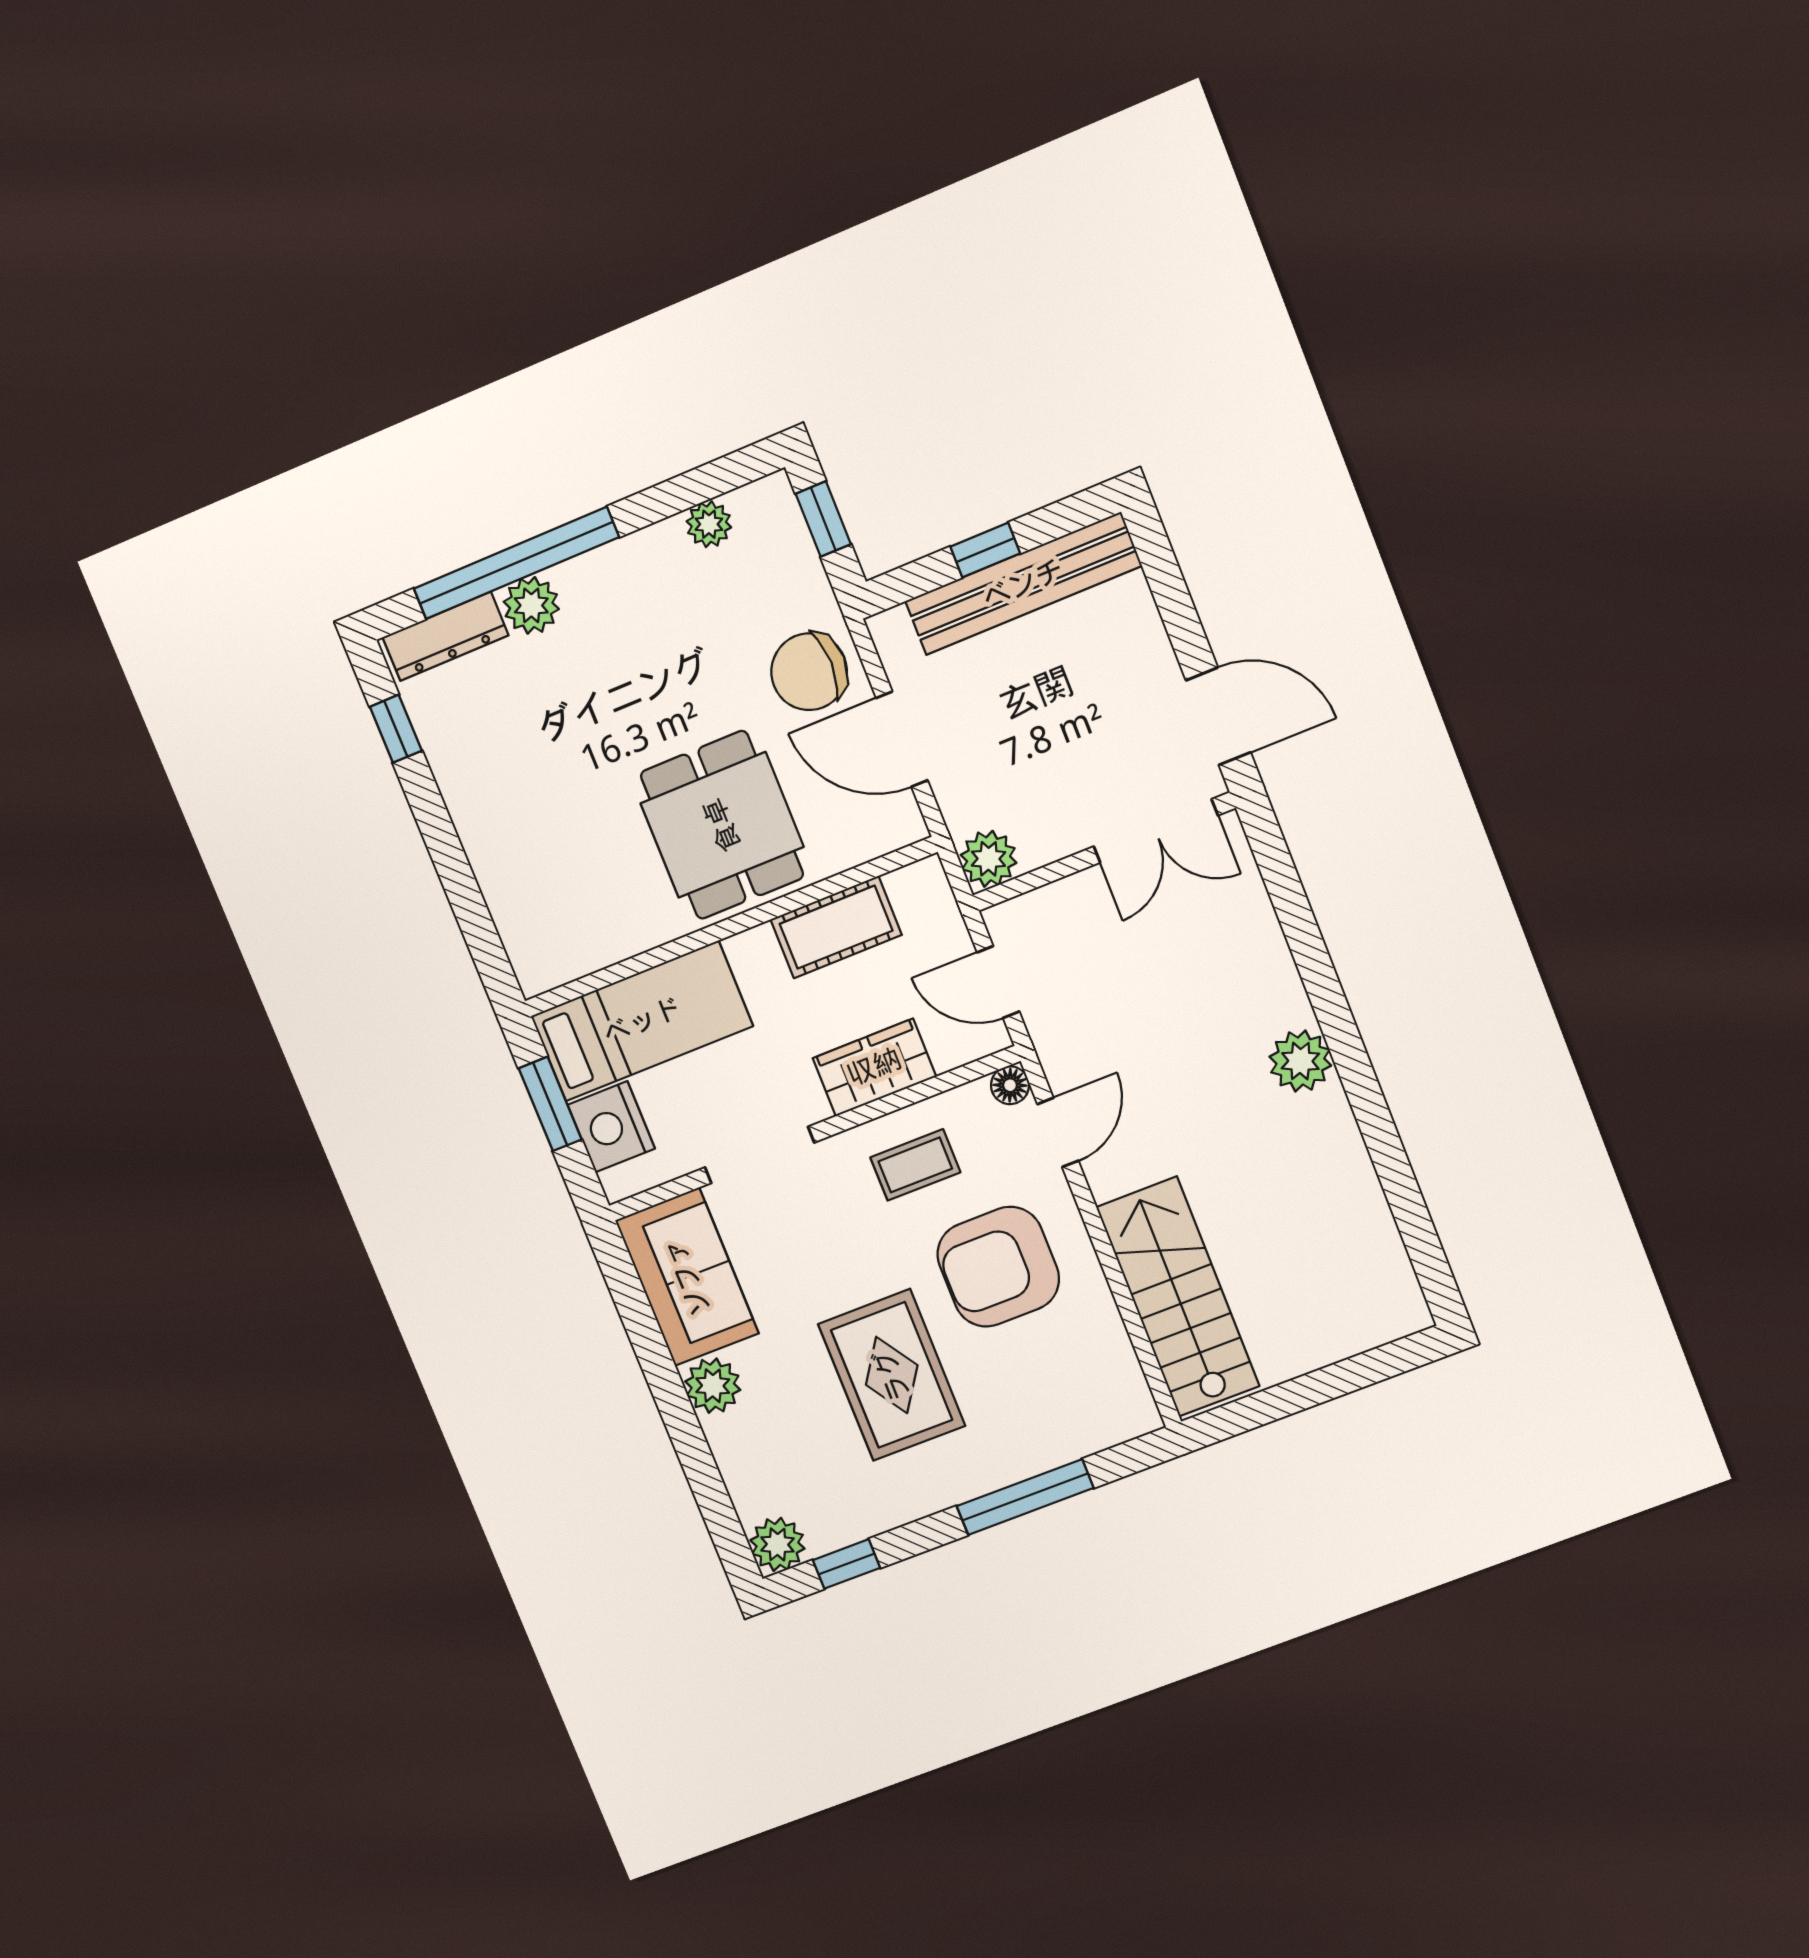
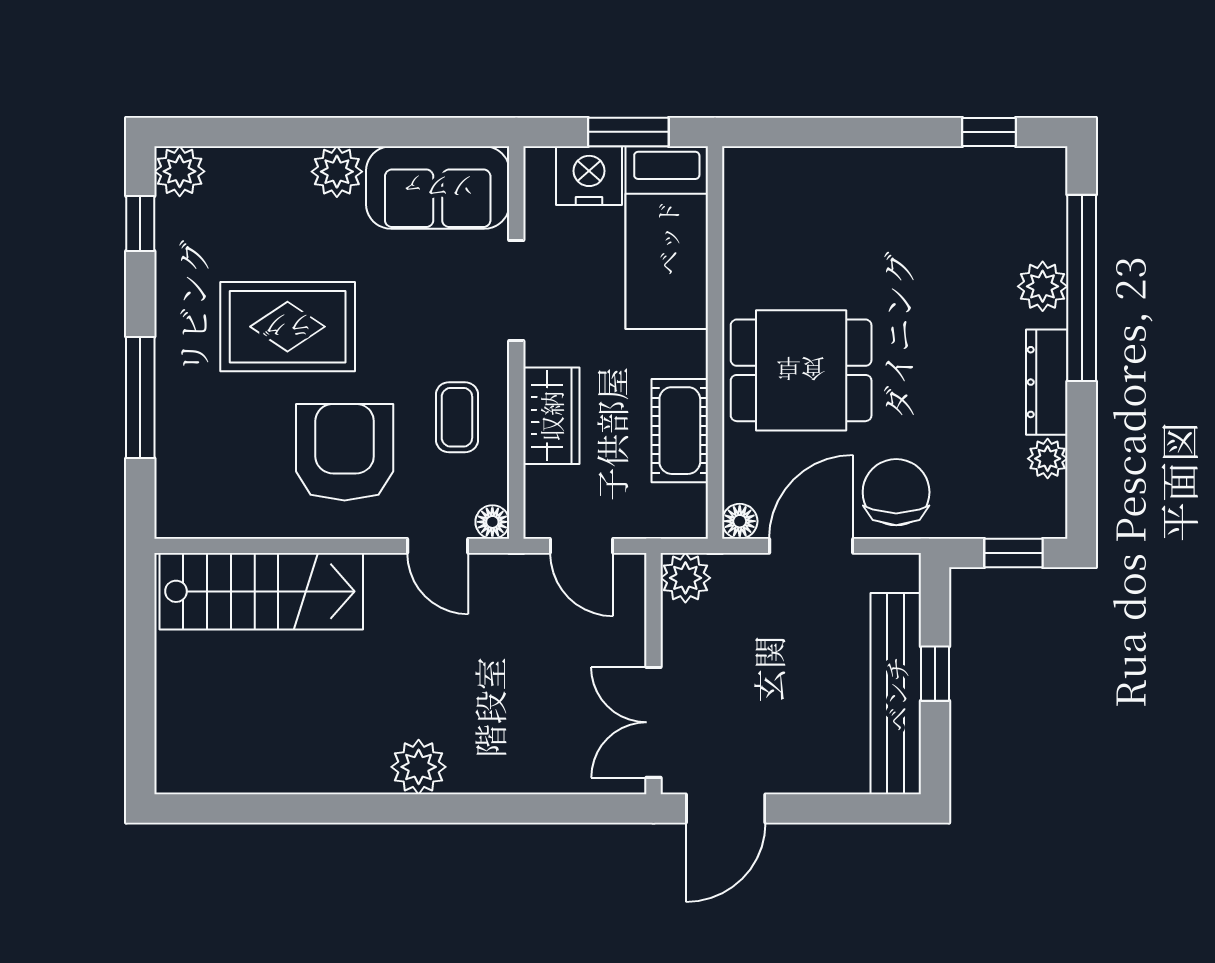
dresser: (445, 636) -> (1047, 382), moved
floor lamp: (906, 826) -> (740, 521), added
door: (998, 982) -> (582, 546), swing flipped

